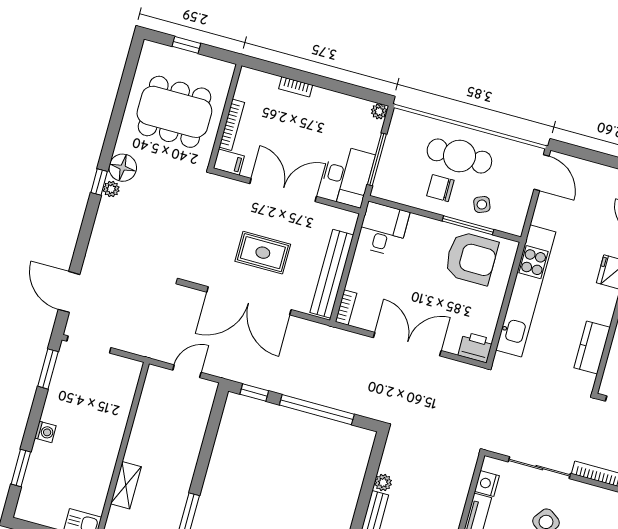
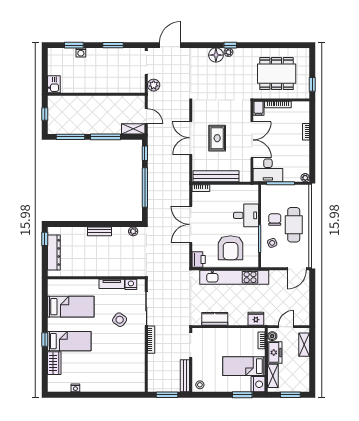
window: (186, 45) -> (312, 84), moved
dining table: (174, 112) -> (277, 74), turned 90
floor lamp: (123, 168) -> (216, 55), moved
desk: (383, 229) -> (246, 215), moved
armchair: (471, 258) -> (231, 248), moved
double door: (249, 301) -> (191, 138), width x0.73
plant: (134, 342) -> (154, 85), added
double door: (407, 344) -> (191, 224), swing flipped
window: (48, 369) -> (113, 45), moved
washing machine: (45, 432) -> (81, 52), moved
window: (205, 456) -> (105, 137), added
plant: (383, 483) -> (133, 231), moved
shelving: (126, 485) -> (133, 129), moved

